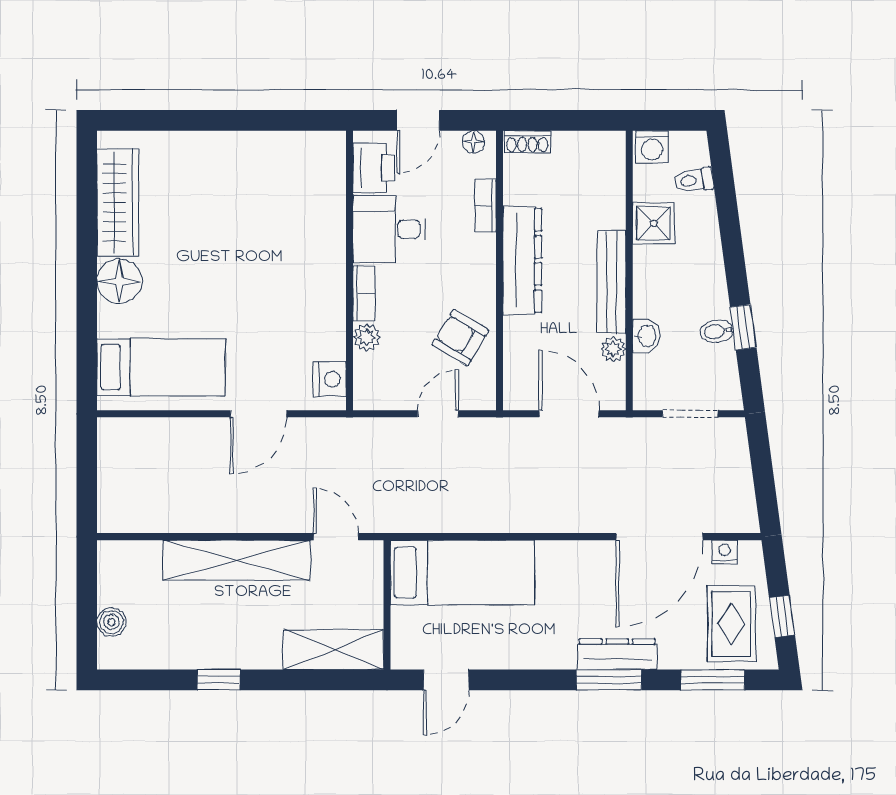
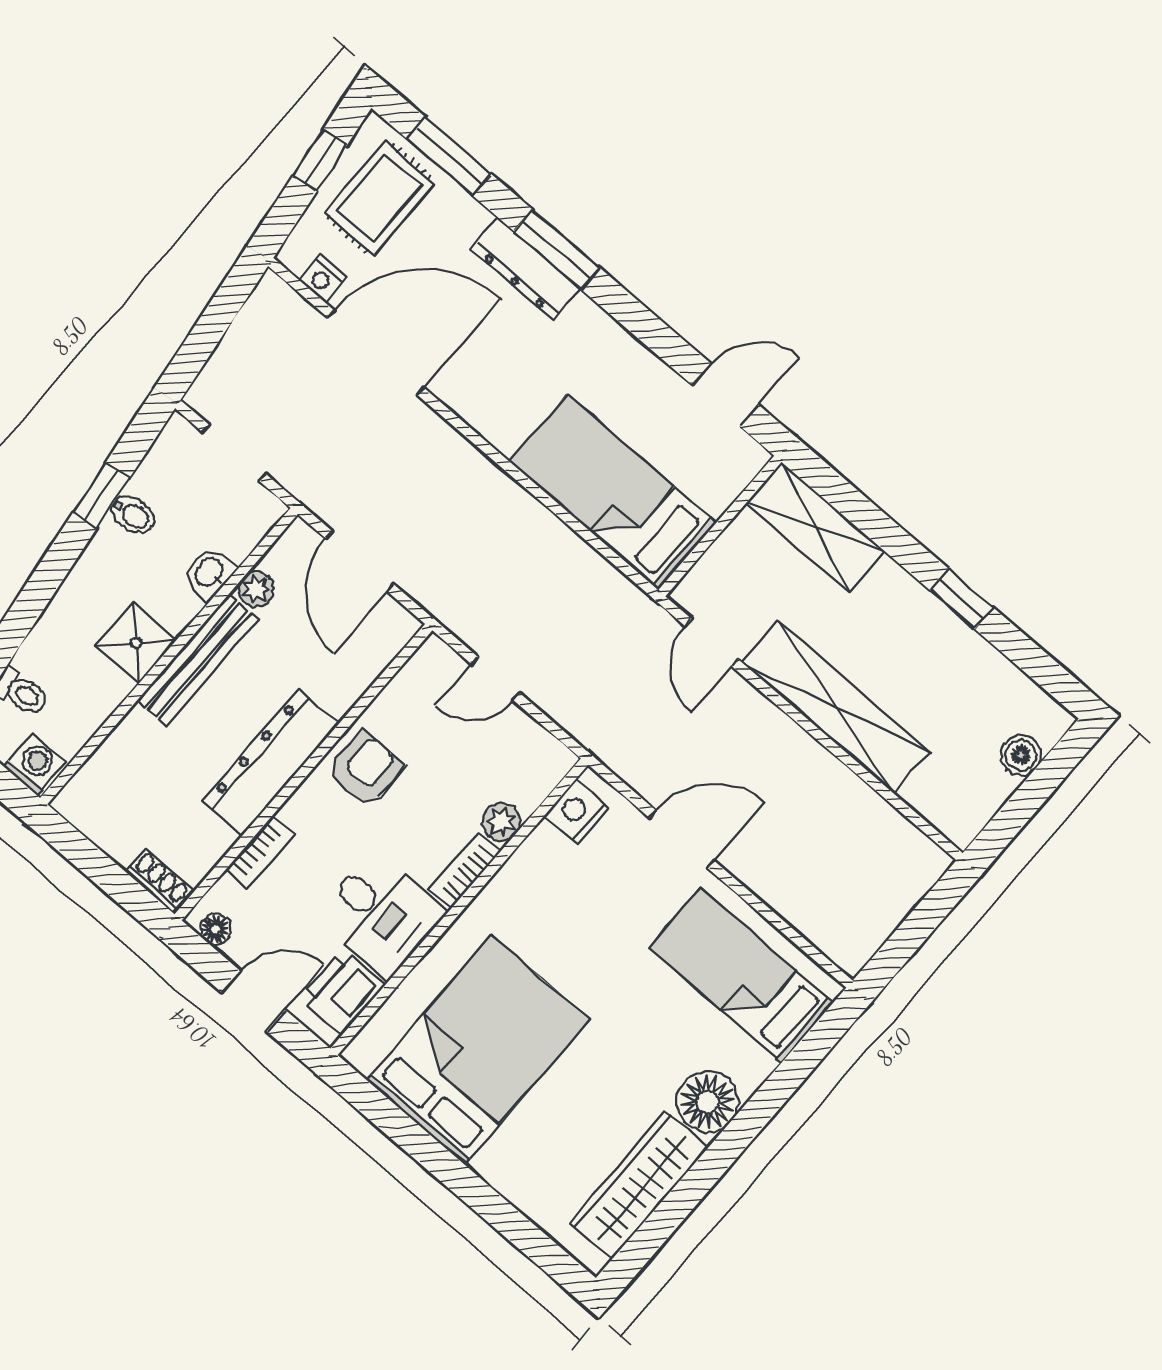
bed: (271, 200) -> (478, 1050), added
shower: (654, 223) -> (136, 643), moved
armchair: (460, 338) -> (365, 769), moved, turned -121

